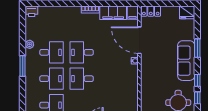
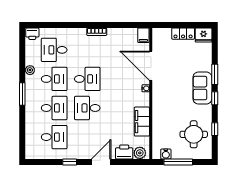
locker: (151, 11) -> (183, 34), moved
filing cabinet: (113, 13) -> (142, 122), moved, turned 90
desk: (51, 26) -> (54, 50), added
desk: (82, 52) -> (87, 79), turned 180
sofa: (186, 61) -> (202, 88), width x0.73
window: (197, 80) -> (215, 98), moved

